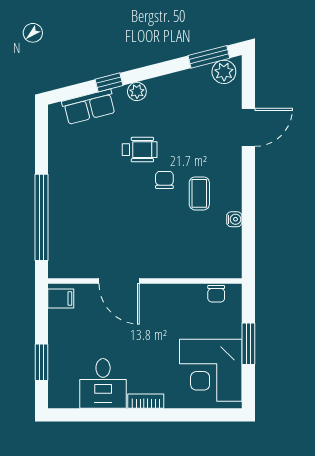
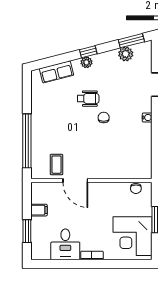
plant: (224, 72) -> (126, 54), moved
window: (109, 82) -> (88, 52), moved
coffee table: (199, 193) -> (56, 165), moved
water cooler: (234, 219) -> (147, 117), moved
filing cabinet: (61, 298) -> (39, 210), moved

